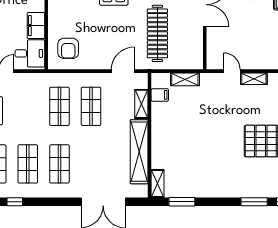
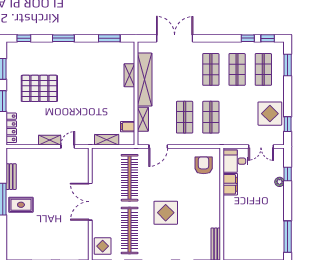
door: (232, 71) -> (68, 146), swing flipped
shelving: (158, 183) -> (129, 75), moved
window: (254, 202) -> (63, 38), moved

